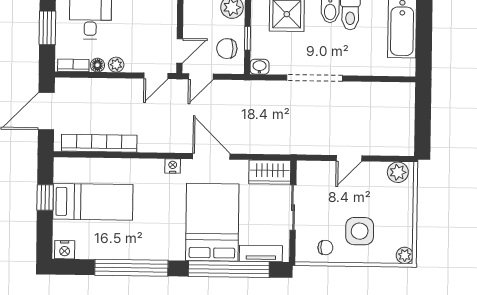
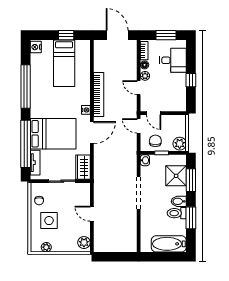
door: (156, 76) -> (139, 88), moved
bookcase: (99, 143) -> (99, 94), moved
plant: (405, 255) -> (46, 247), moved

